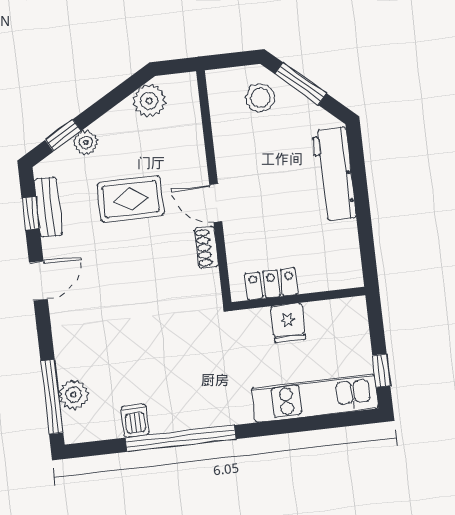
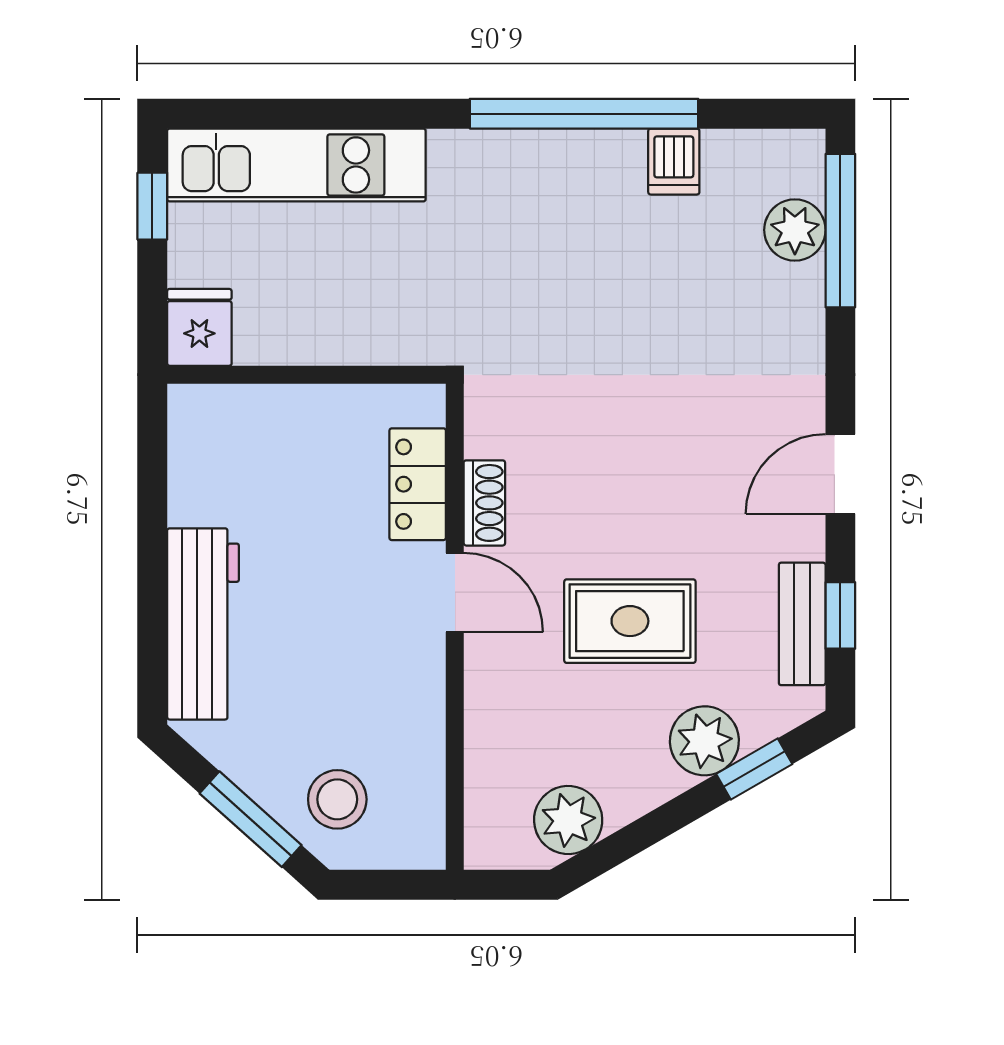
plant: (86, 142) -> (704, 741), width x1.38, depth x1.38
locker: (271, 284) -> (418, 484), moved, turned 90
fridge: (288, 323) -> (199, 327), moved

